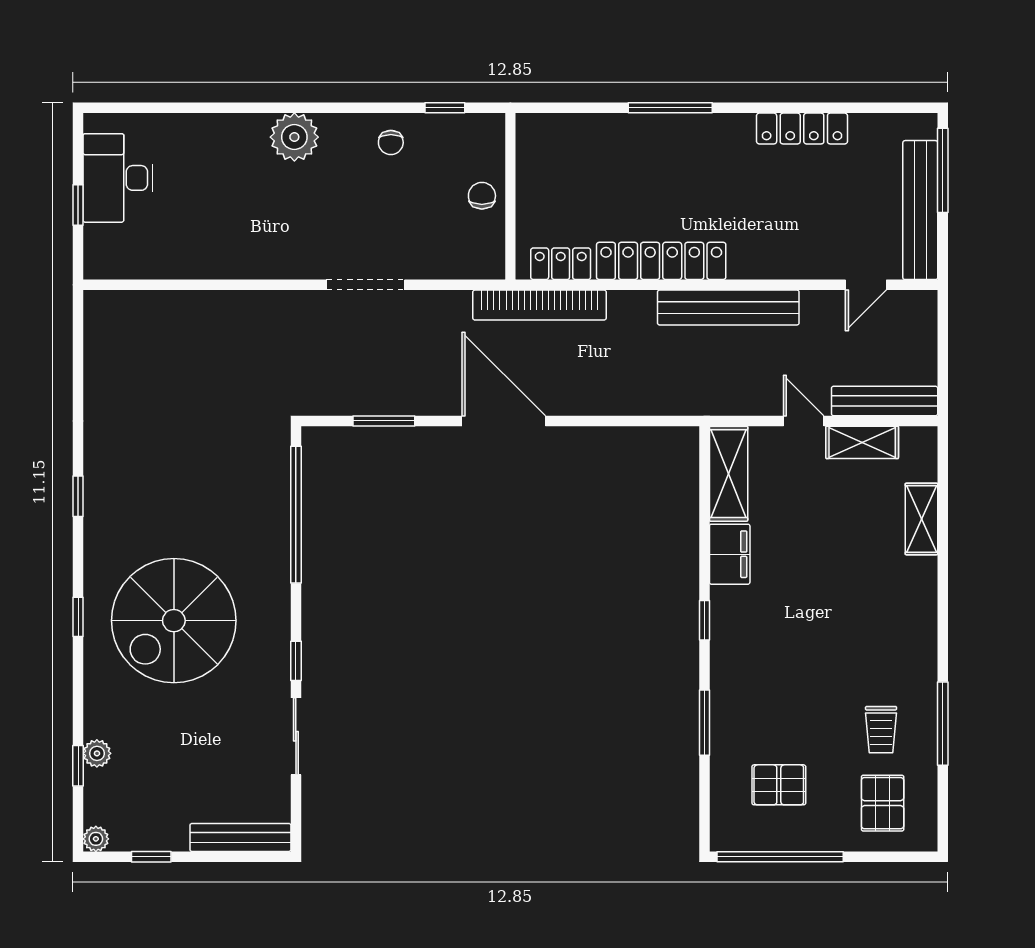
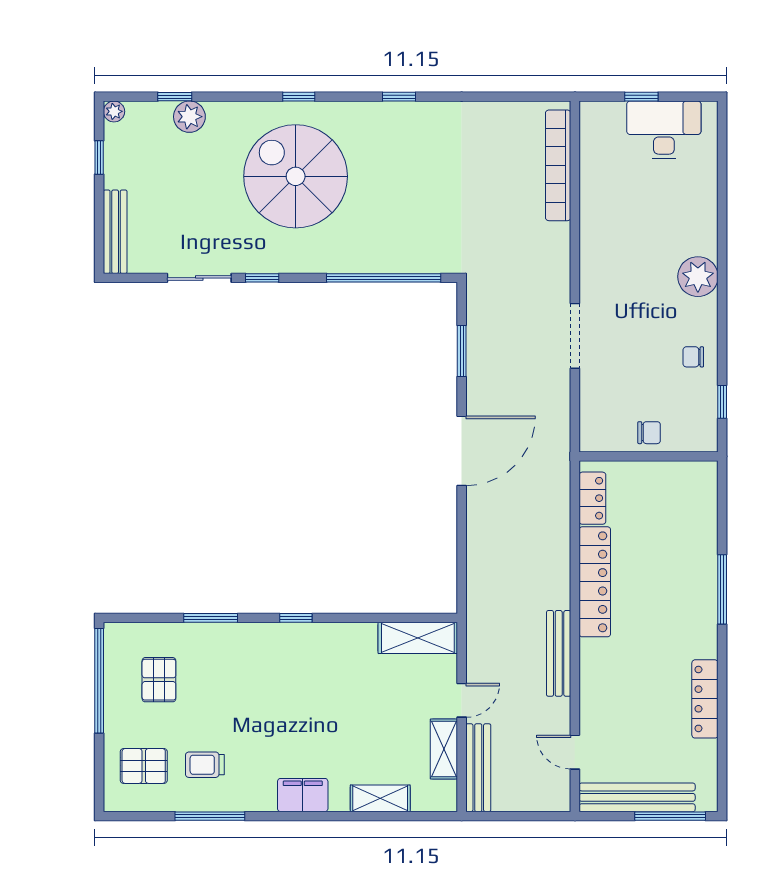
bookcase: (539, 305) -> (558, 165), moved
bench: (728, 307) -> (559, 653), width x0.73, depth x0.82
filing cabinet: (730, 554) -> (303, 795), moved, turned 180
plant: (97, 753) -> (189, 117), width x1.38, depth x1.38

